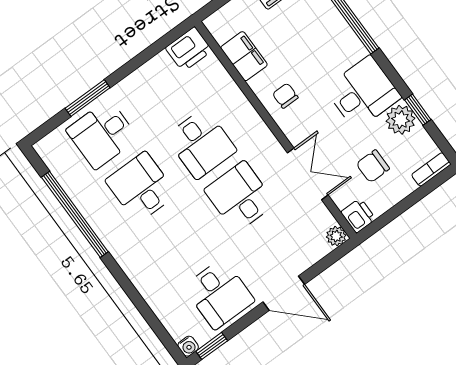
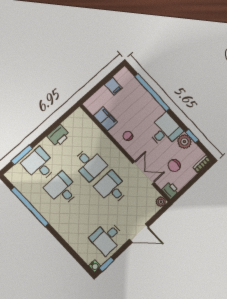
printer: (189, 49) -> (59, 136), moved
window: (88, 98) -> (22, 155), moved
desk: (102, 134) -> (39, 165), turned 90
desk: (219, 294) -> (107, 238), turned 90

